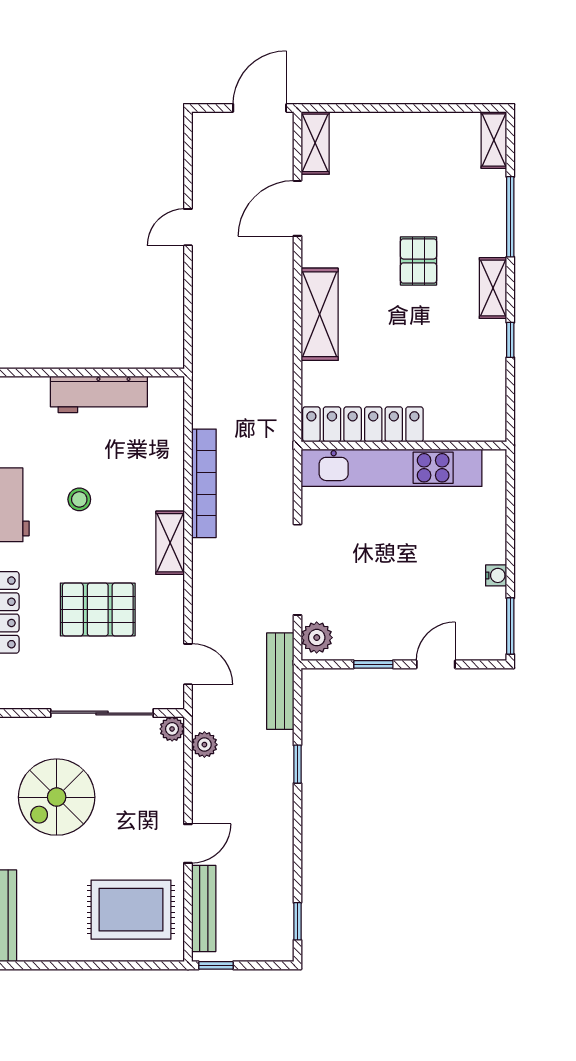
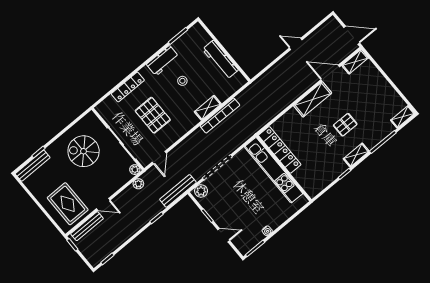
shelving: (320, 314) -> (313, 99), moved
shelving: (170, 543) -> (208, 108), moved

